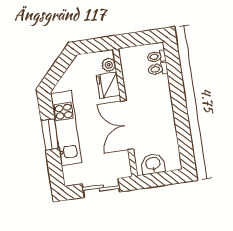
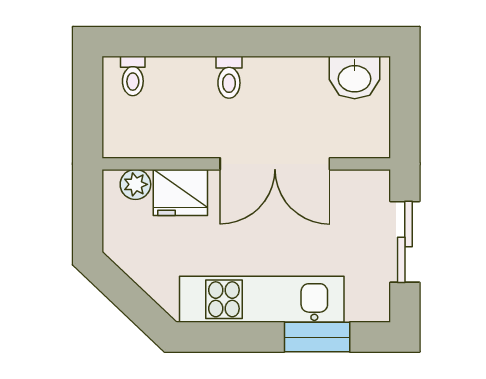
toilet: (158, 69) -> (229, 77), moved
window: (50, 134) -> (317, 337), moved
washbasin: (153, 164) -> (355, 77), moved, turned -90

